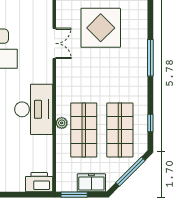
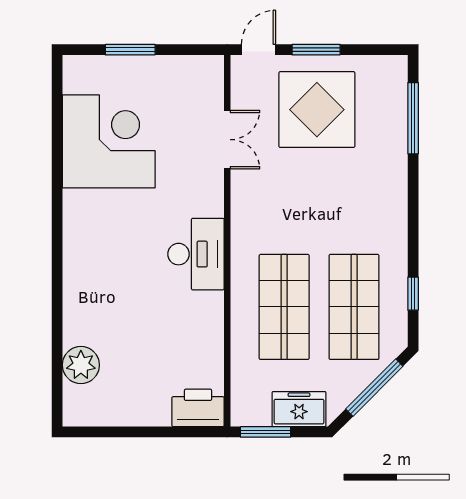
window: (150, 58) -> (413, 118), moved
desk: (34, 109) -> (196, 254), width x0.73, depth x0.77
plant: (62, 123) -> (242, 293), removed

